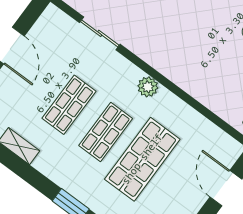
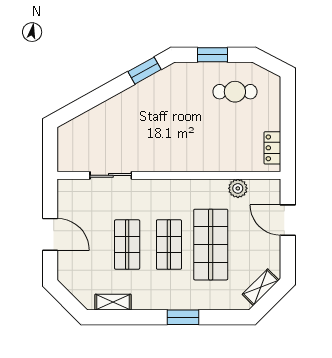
plant: (148, 87) -> (238, 188), moved

